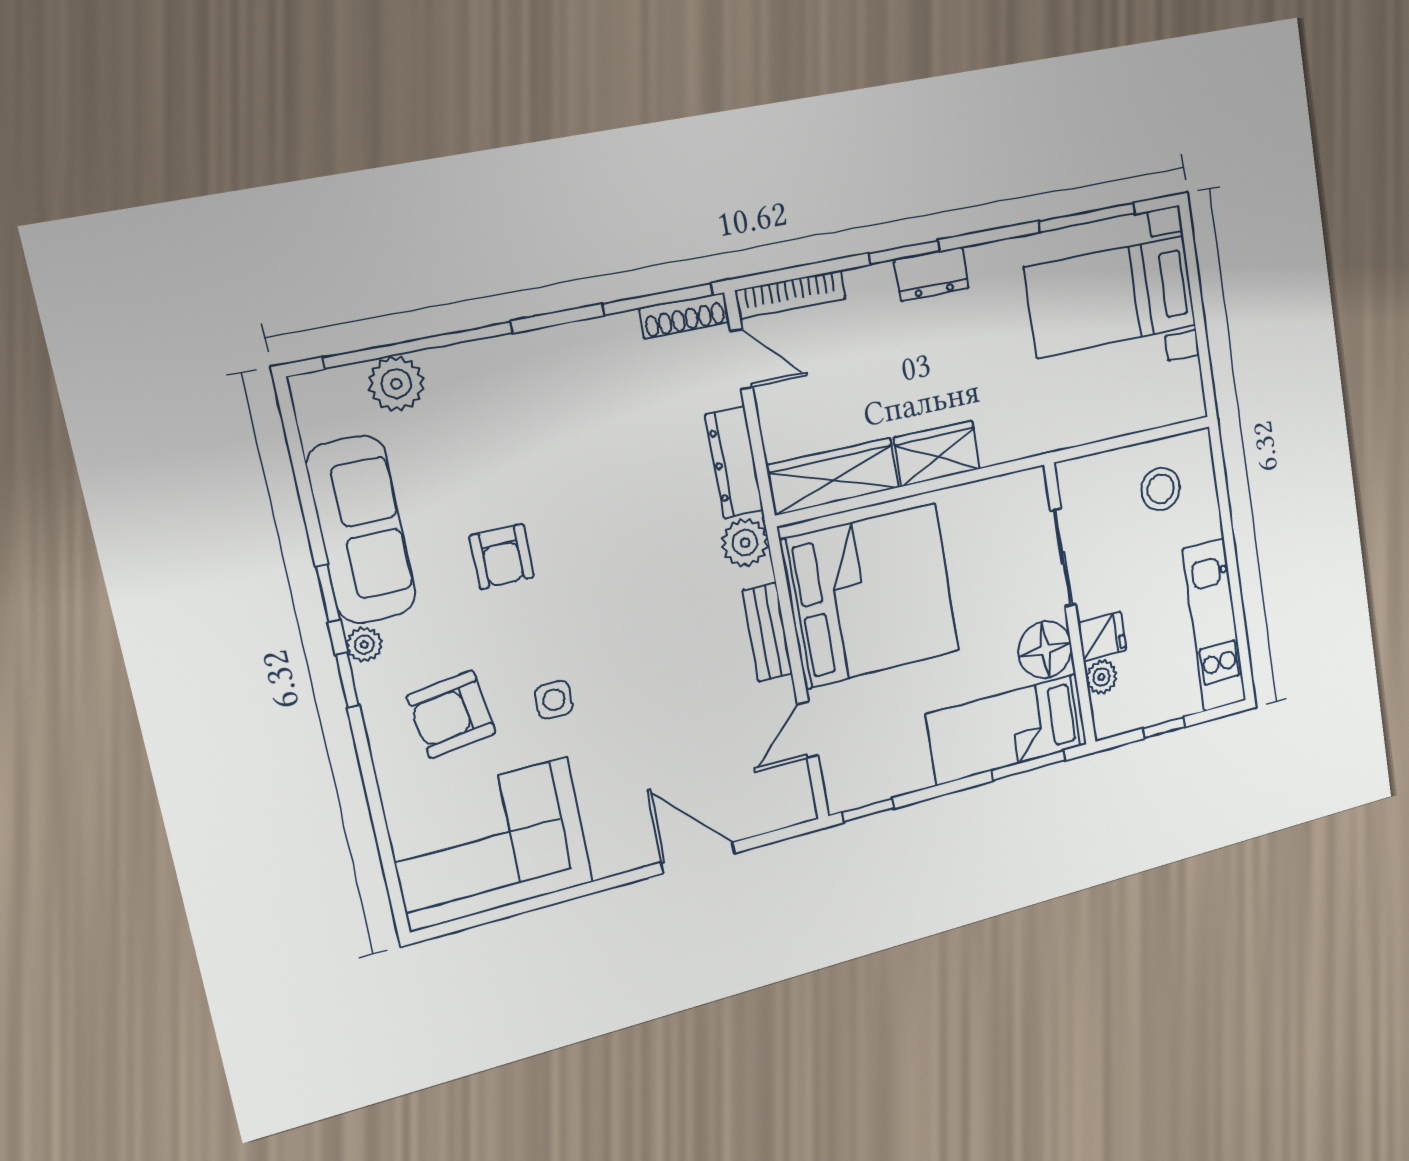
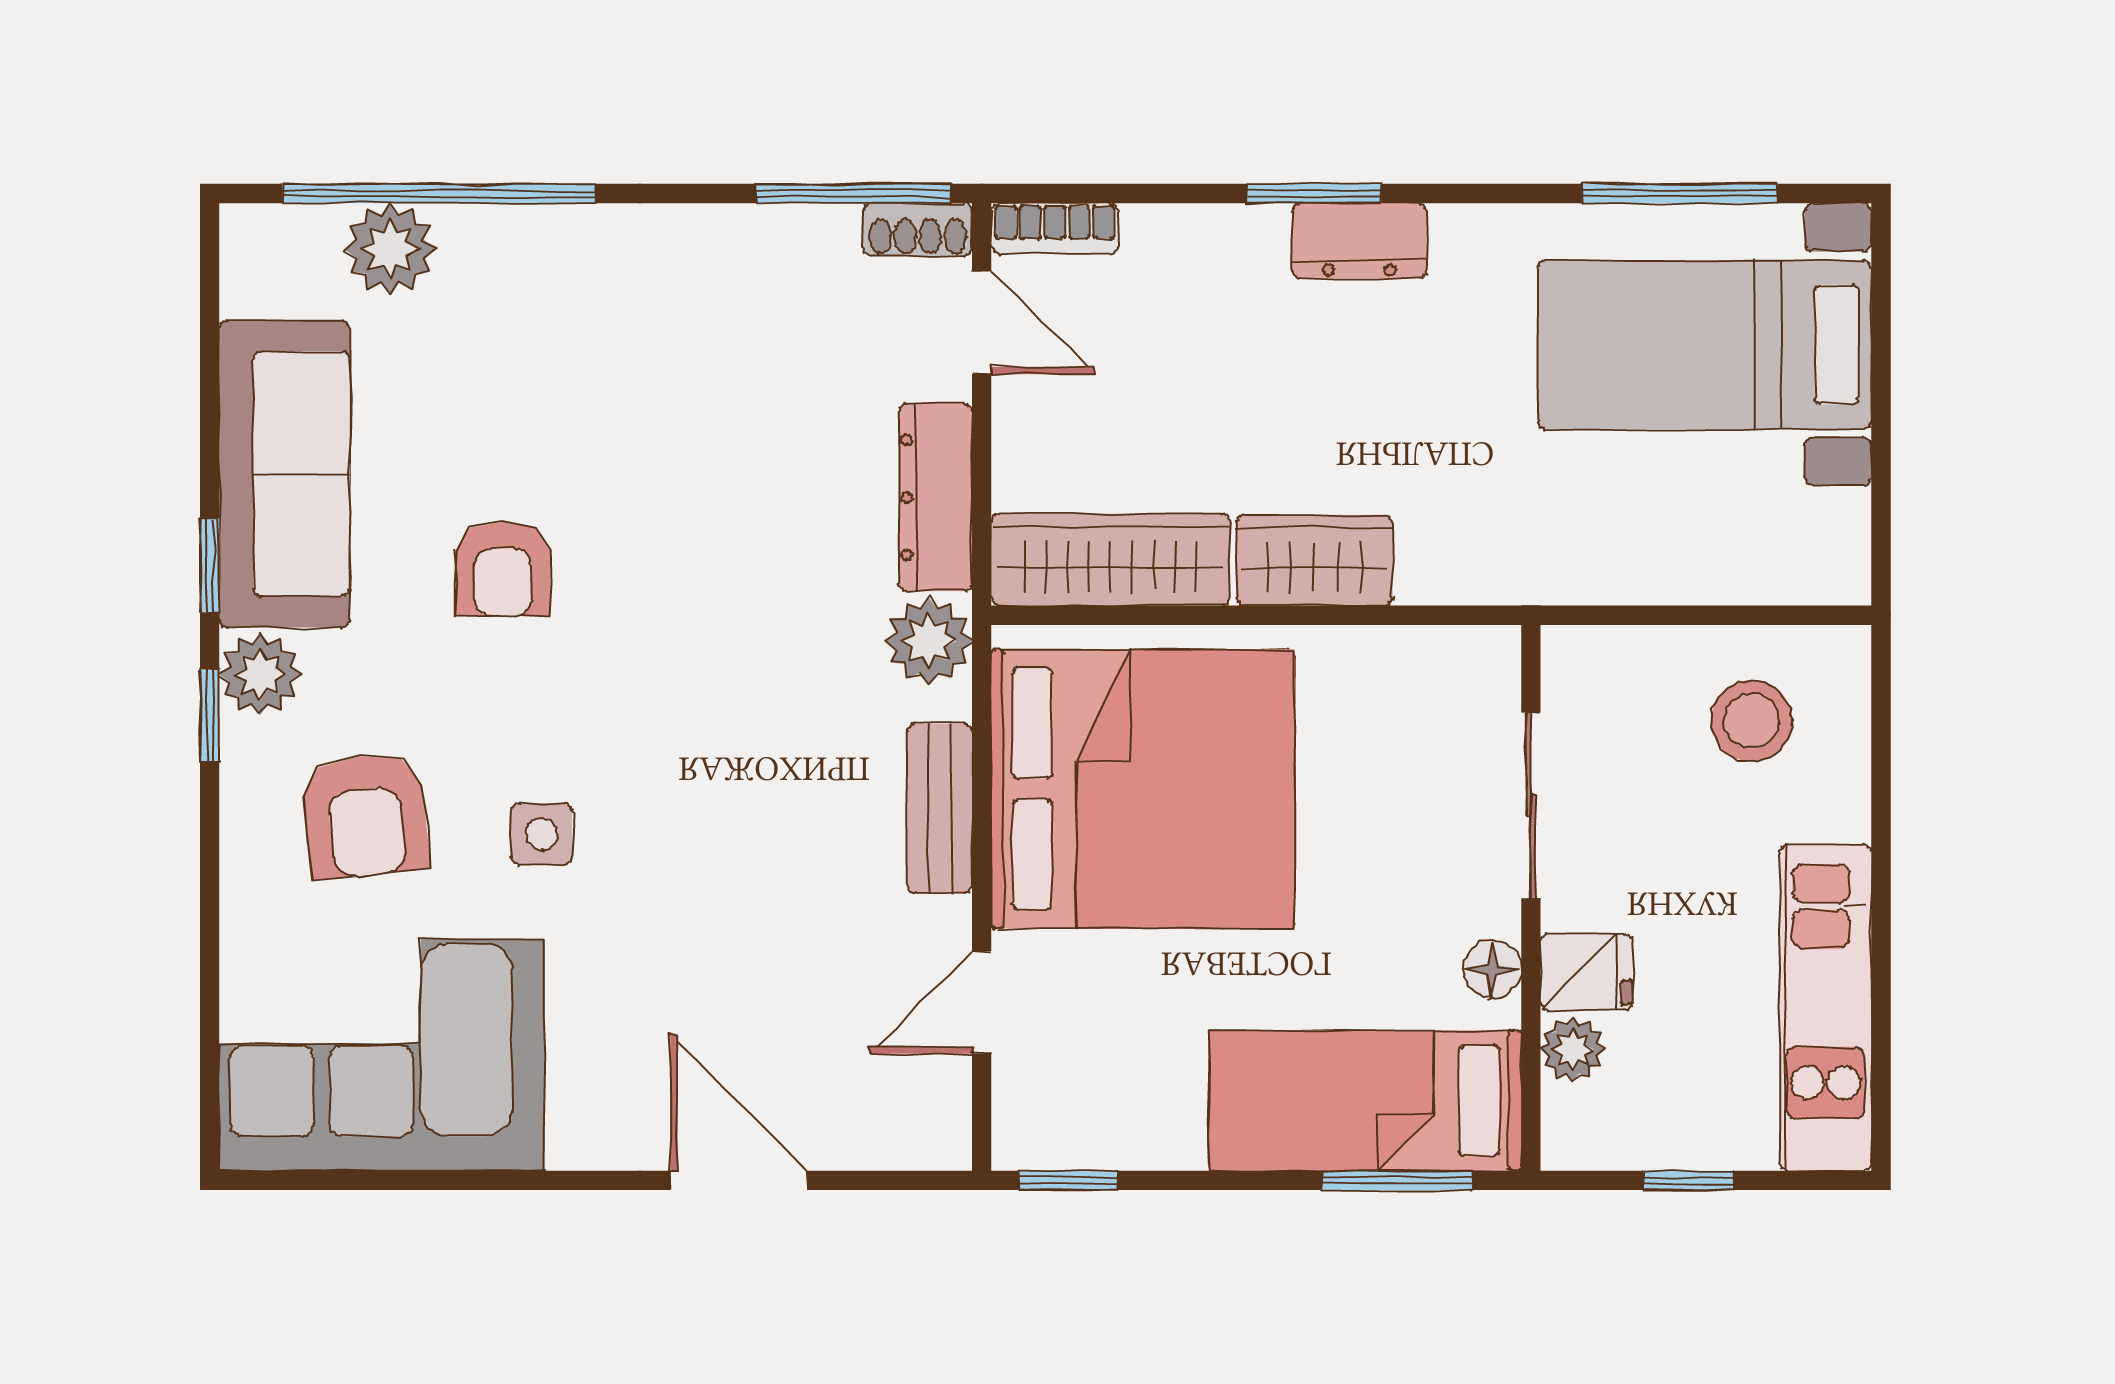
bookcase: (790, 294) -> (1055, 228), width x0.64
shoe rack: (684, 316) -> (918, 229), width x0.70
plant: (364, 645) -> (260, 674), width x1.38, depth x1.38
floor lamp: (1045, 650) -> (1492, 969), width x0.53, depth x0.53
armchair: (451, 714) -> (365, 815), turned -88

